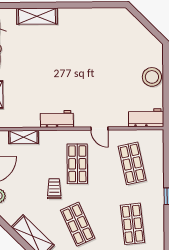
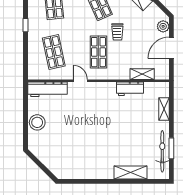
workbench: (146, 118) -> (47, 89), width x1.37
workbench: (57, 119) -> (130, 89), moved

